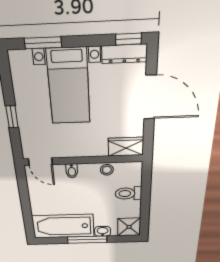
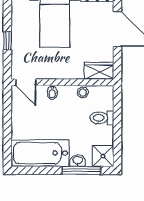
window: (87, 240) -> (81, 170), moved

